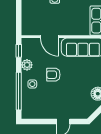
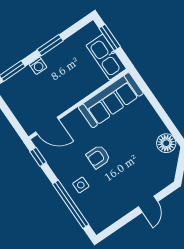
door: (49, 37) -> (47, 126), moved
plant: (27, 65) -> (59, 167), removed

